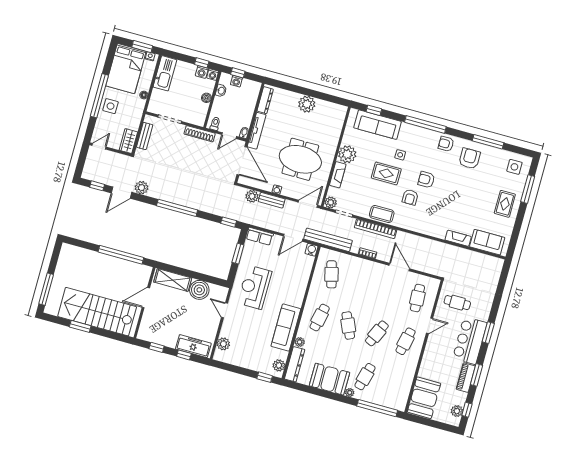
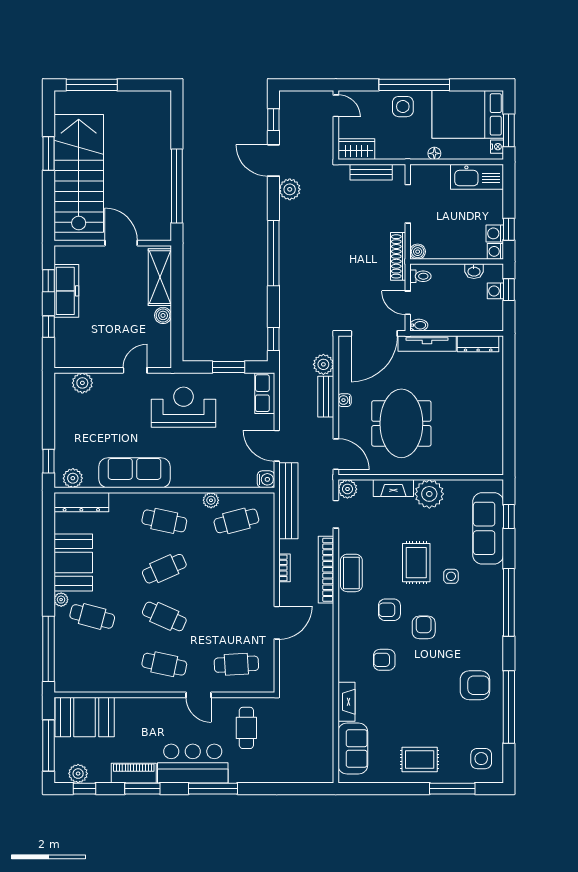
boiler: (206, 98) -> (418, 252), moved
plant: (307, 104) -> (490, 410), removed
window: (488, 142) -> (509, 707), width x1.46
armchair: (446, 144) -> (384, 660), moved, turned -90
boiler: (199, 290) -> (163, 315), width x0.54, depth x0.54
window: (488, 333) -> (213, 789), width x1.44
plant: (300, 342) -> (211, 500), moved
freezer: (193, 346) -> (66, 291), moved
window: (435, 424) -> (48, 745), added

